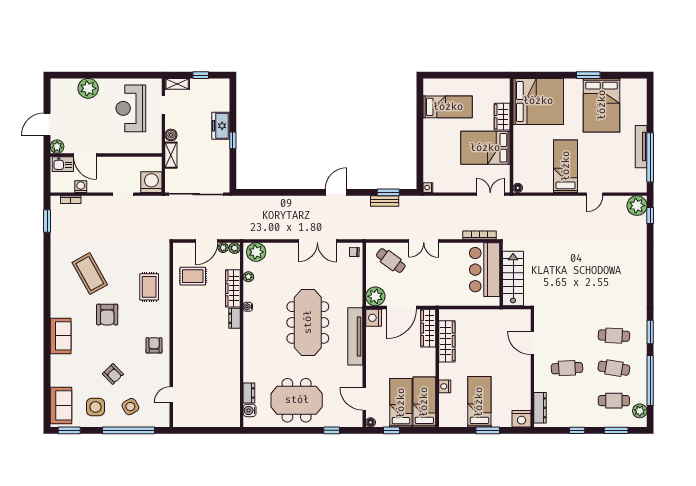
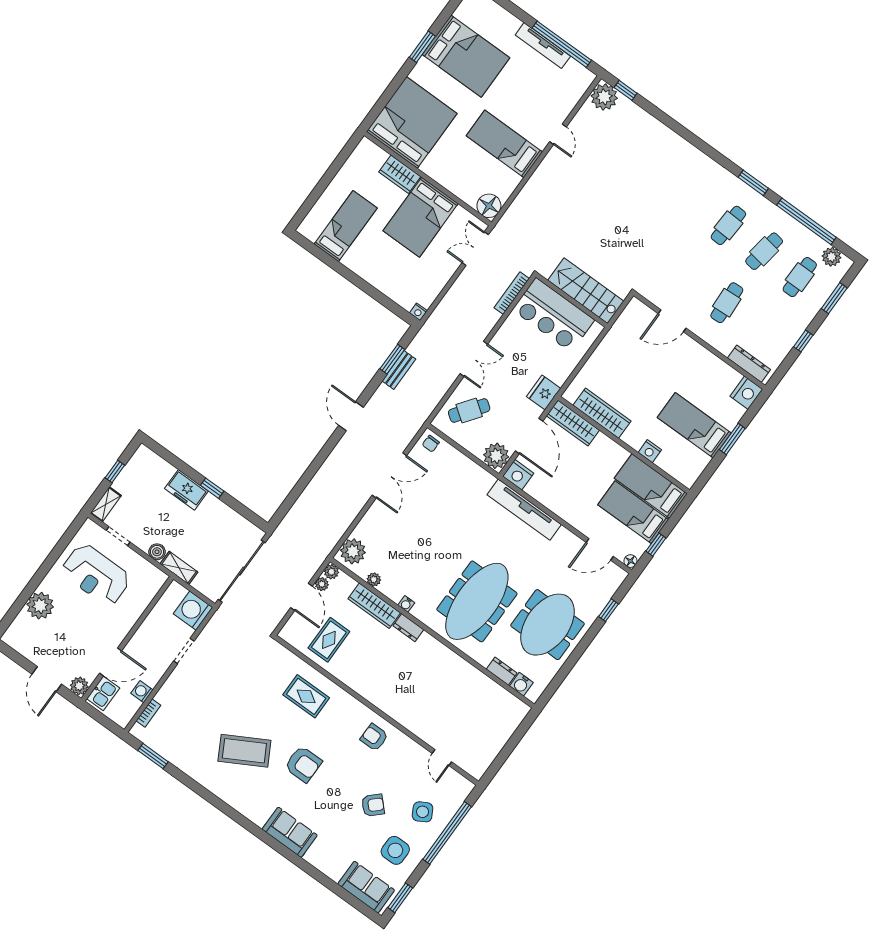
floor lamp: (518, 188) -> (489, 206), width x1.89, depth x1.89
fridge: (434, 297) -> (544, 393), added
meeting table: (308, 322) -> (477, 601), moved, turned 90

